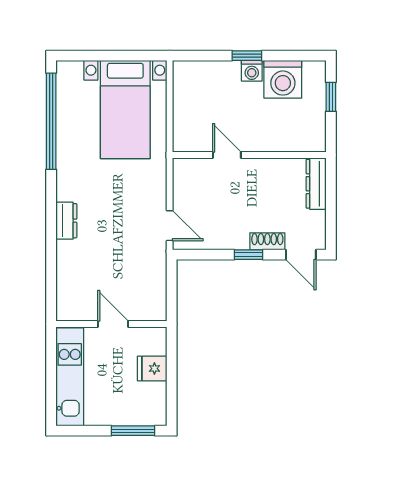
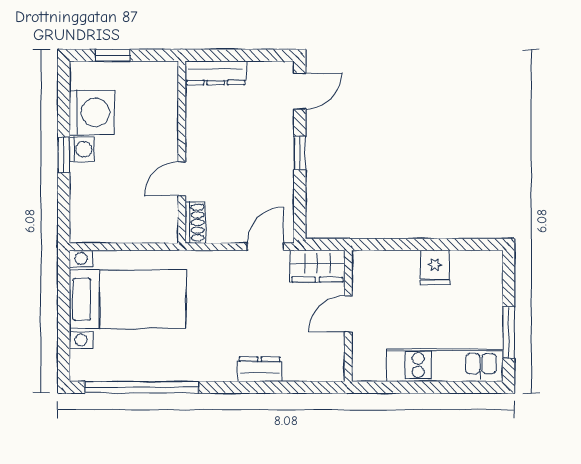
shoe rack: (267, 241) -> (195, 222), moved, turned 180
wardrobe: (153, 269) -> (317, 266), added
wall: (111, 324) -> (348, 316), moved
door: (113, 324) -> (348, 314), moved
window: (133, 431) -> (509, 333), moved

